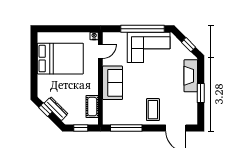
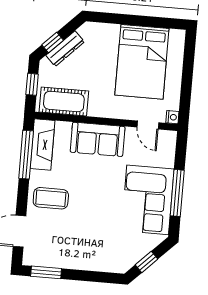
window: (143, 29) -> (177, 193), width x0.68
fireplace: (191, 76) -> (43, 145), moved, turned 90
window: (201, 93) -> (46, 272), moved
cot: (92, 107) -> (64, 102), width x1.37, depth x1.34
window: (45, 110) -> (53, 43), moved

